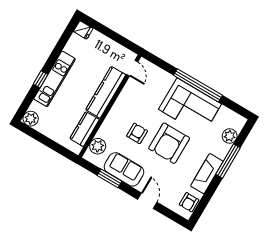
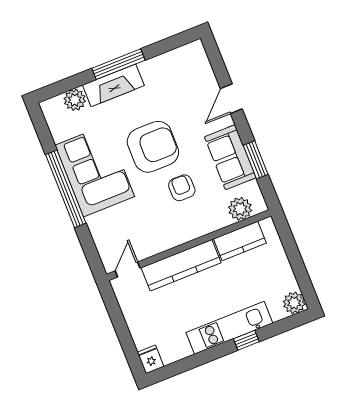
armchair: (137, 133) -> (182, 188), turned 90
window: (228, 161) -> (118, 64), moved
fireplace: (207, 174) -> (113, 85), moved
armchair: (189, 202) -> (183, 59), removed

